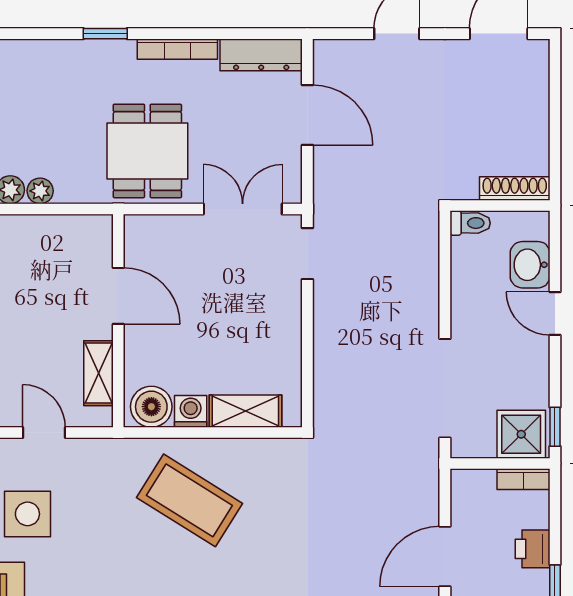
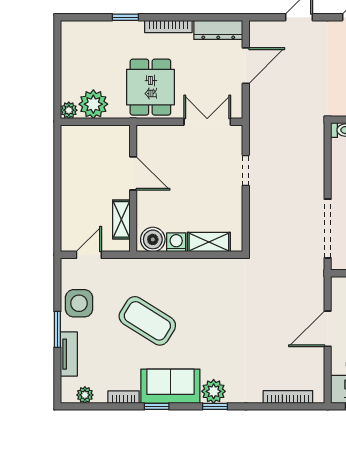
door: (307, 115) -> (246, 66), hinge flipped
plant: (40, 191) -> (93, 104), width x1.88, depth x1.88
doorway: (307, 254) -> (246, 170), moved
door: (44, 433) -> (89, 255), hinge flipped
coffee table: (189, 500) -> (147, 321), moved

